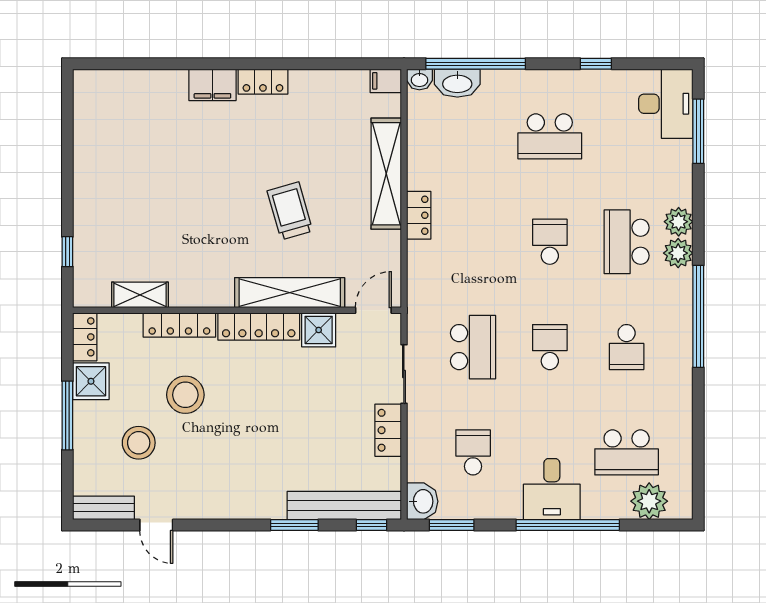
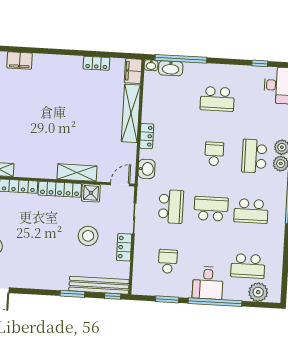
window: (596, 64) -> (260, 63), moved
filing cabinet: (386, 81) -> (133, 71), width x2.00
locker: (263, 82) -> (96, 63), moved
filing cabinet: (212, 85) -> (20, 60), moved
trolley: (290, 211) -> (80, 130), removed
shelving: (290, 293) -> (77, 173), width x0.68
school desk: (550, 347) -> (211, 209), width x1.85
school desk: (627, 347) -> (251, 211), width x1.85
stool: (185, 395) -> (88, 236), moved
washbasin: (422, 501) -> (147, 169), moved
window: (452, 525) -> (167, 299), moved

